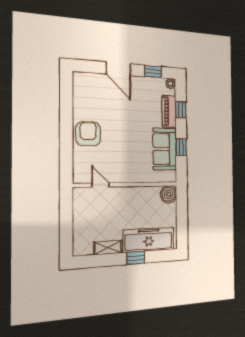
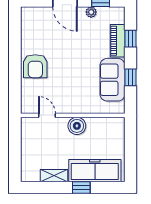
plant: (170, 84) -> (91, 12), moved
armchair: (88, 134) -> (35, 66), turned 180
boiler: (169, 194) -> (77, 126), moved

